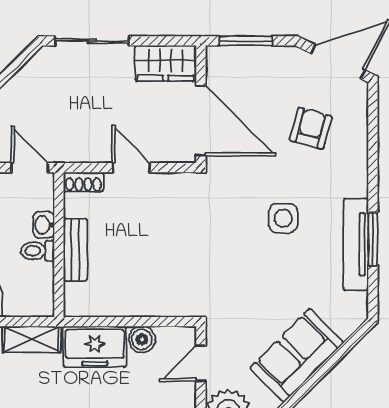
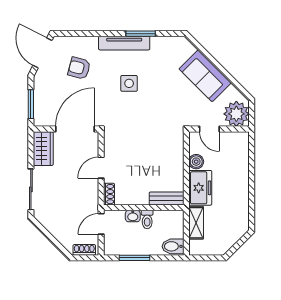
tv unit: (356, 244) -> (124, 43), moved
bench: (75, 250) -> (167, 198), moved

